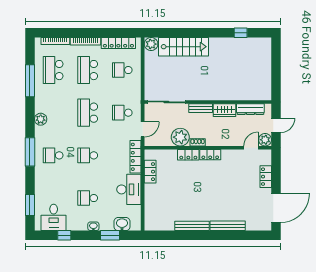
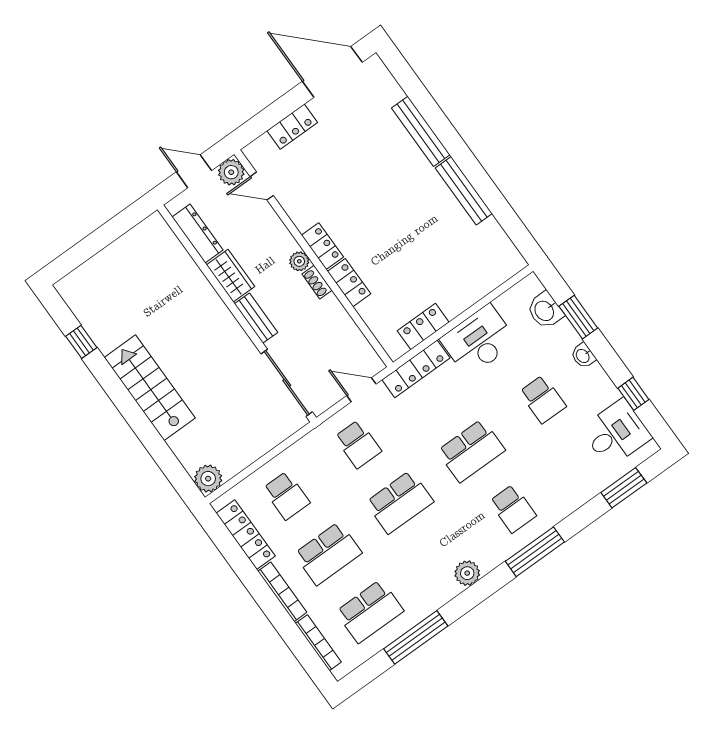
stairs: (184, 47) -> (150, 388), moved
plant: (180, 137) -> (299, 261), moved, width x0.53, depth x0.53
school desk: (88, 155) -> (471, 451), width x1.85

